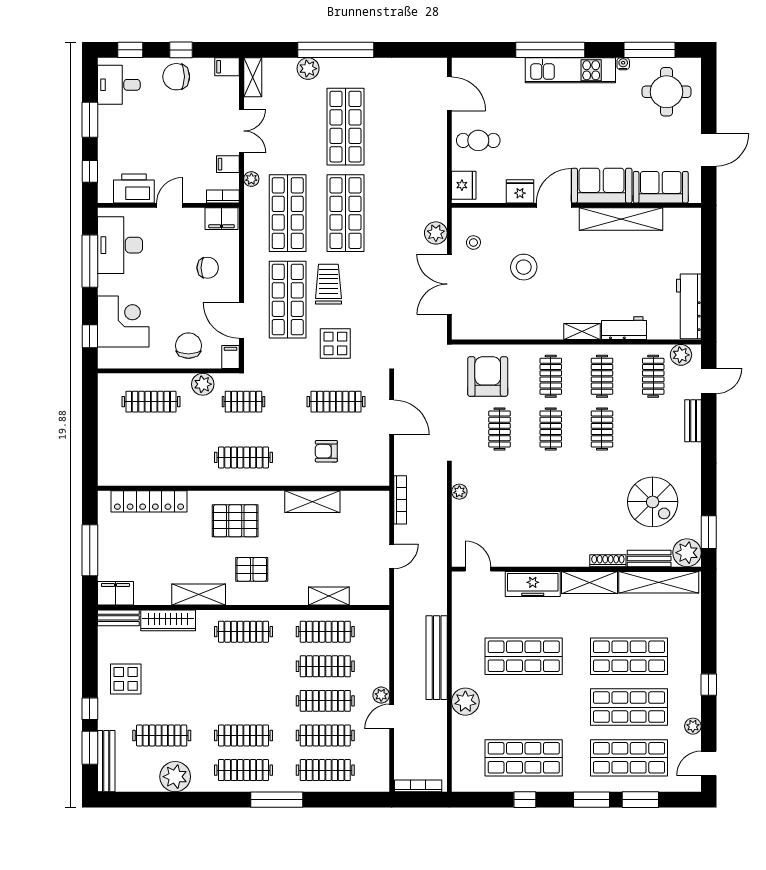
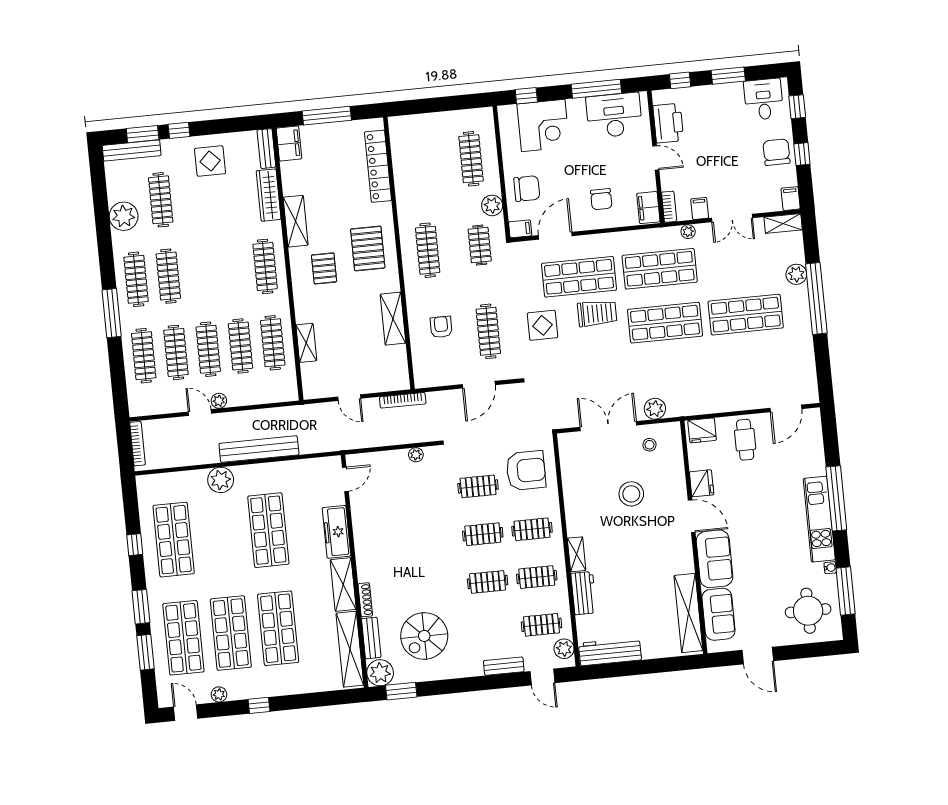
shelving: (621, 219) -> (688, 613), moved

